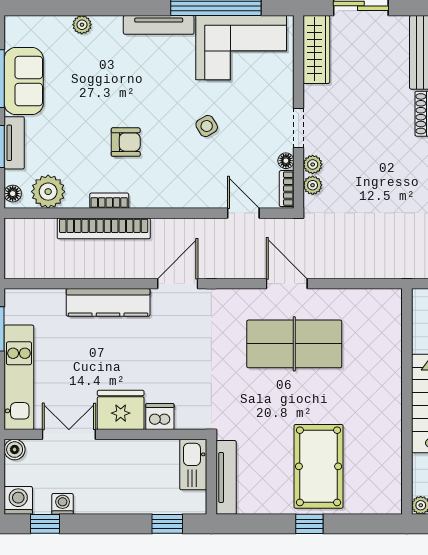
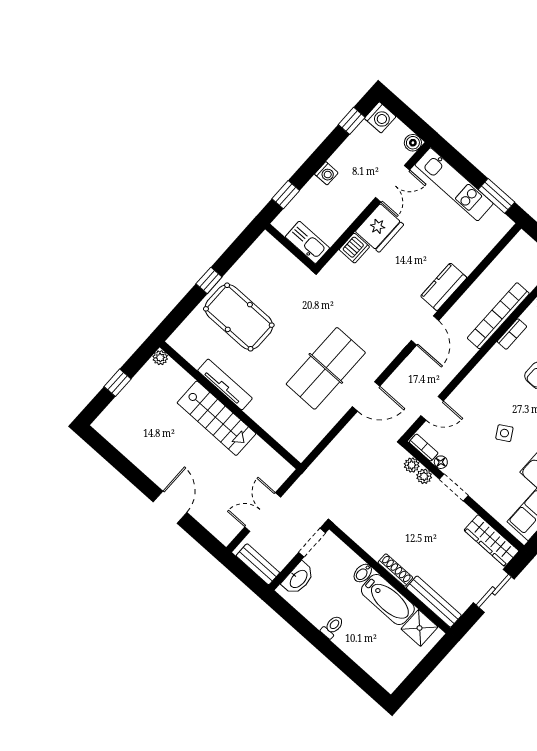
kitchen counter: (108, 302) -> (444, 287), width x0.67
tv unit: (226, 477) -> (225, 384), moved, turned 180
washing machine: (63, 504) -> (326, 173), moved

